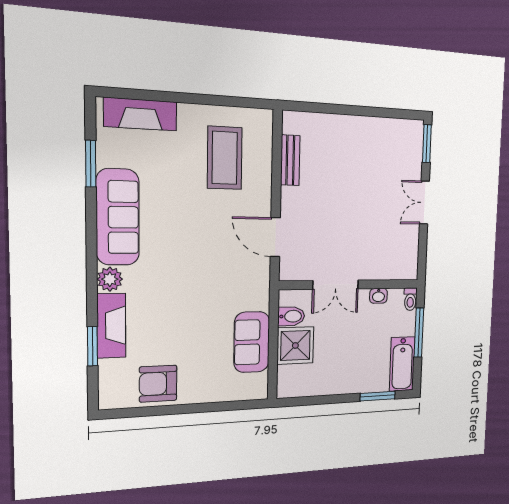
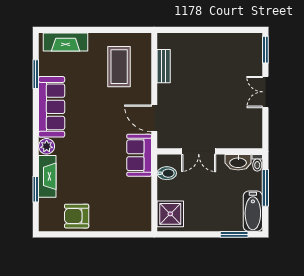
washbasin: (379, 296) -> (238, 162), width x1.91, depth x1.45
sofa: (252, 342) -> (139, 155), moved
shower: (295, 345) -> (170, 214), moved

